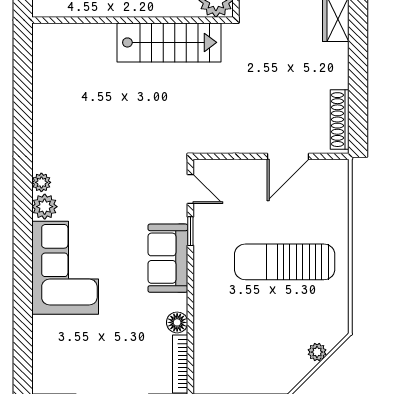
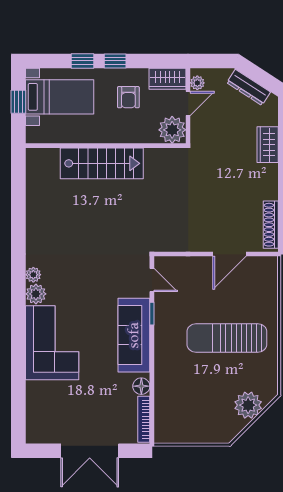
stairs: (169, 42) -> (102, 163), moved
sofa: (168, 258) -> (134, 335), width x1.36
plant: (317, 352) -> (248, 405), width x1.87, depth x1.87

